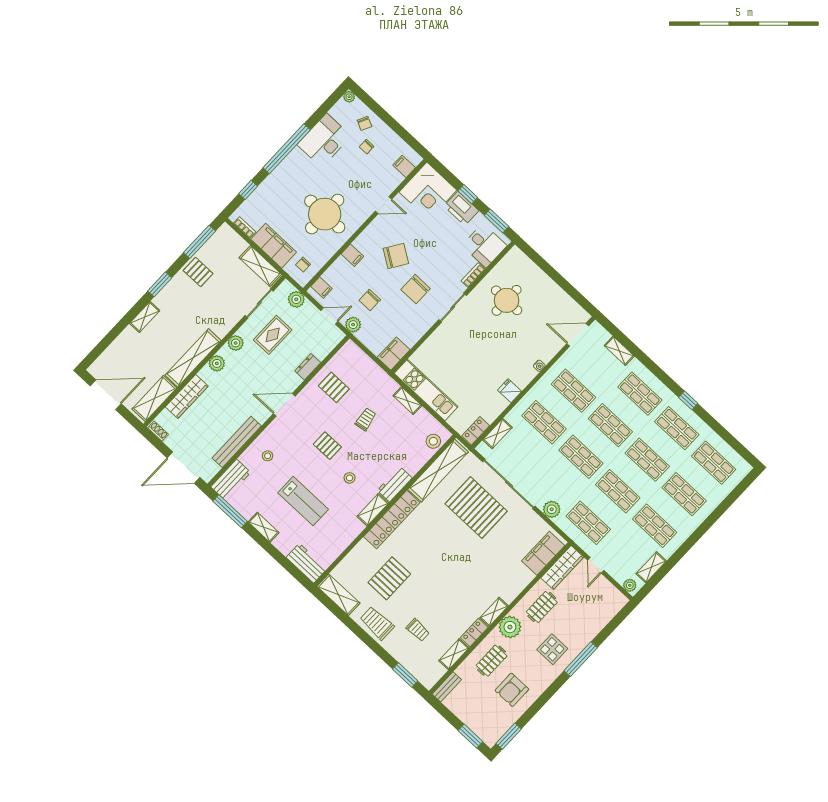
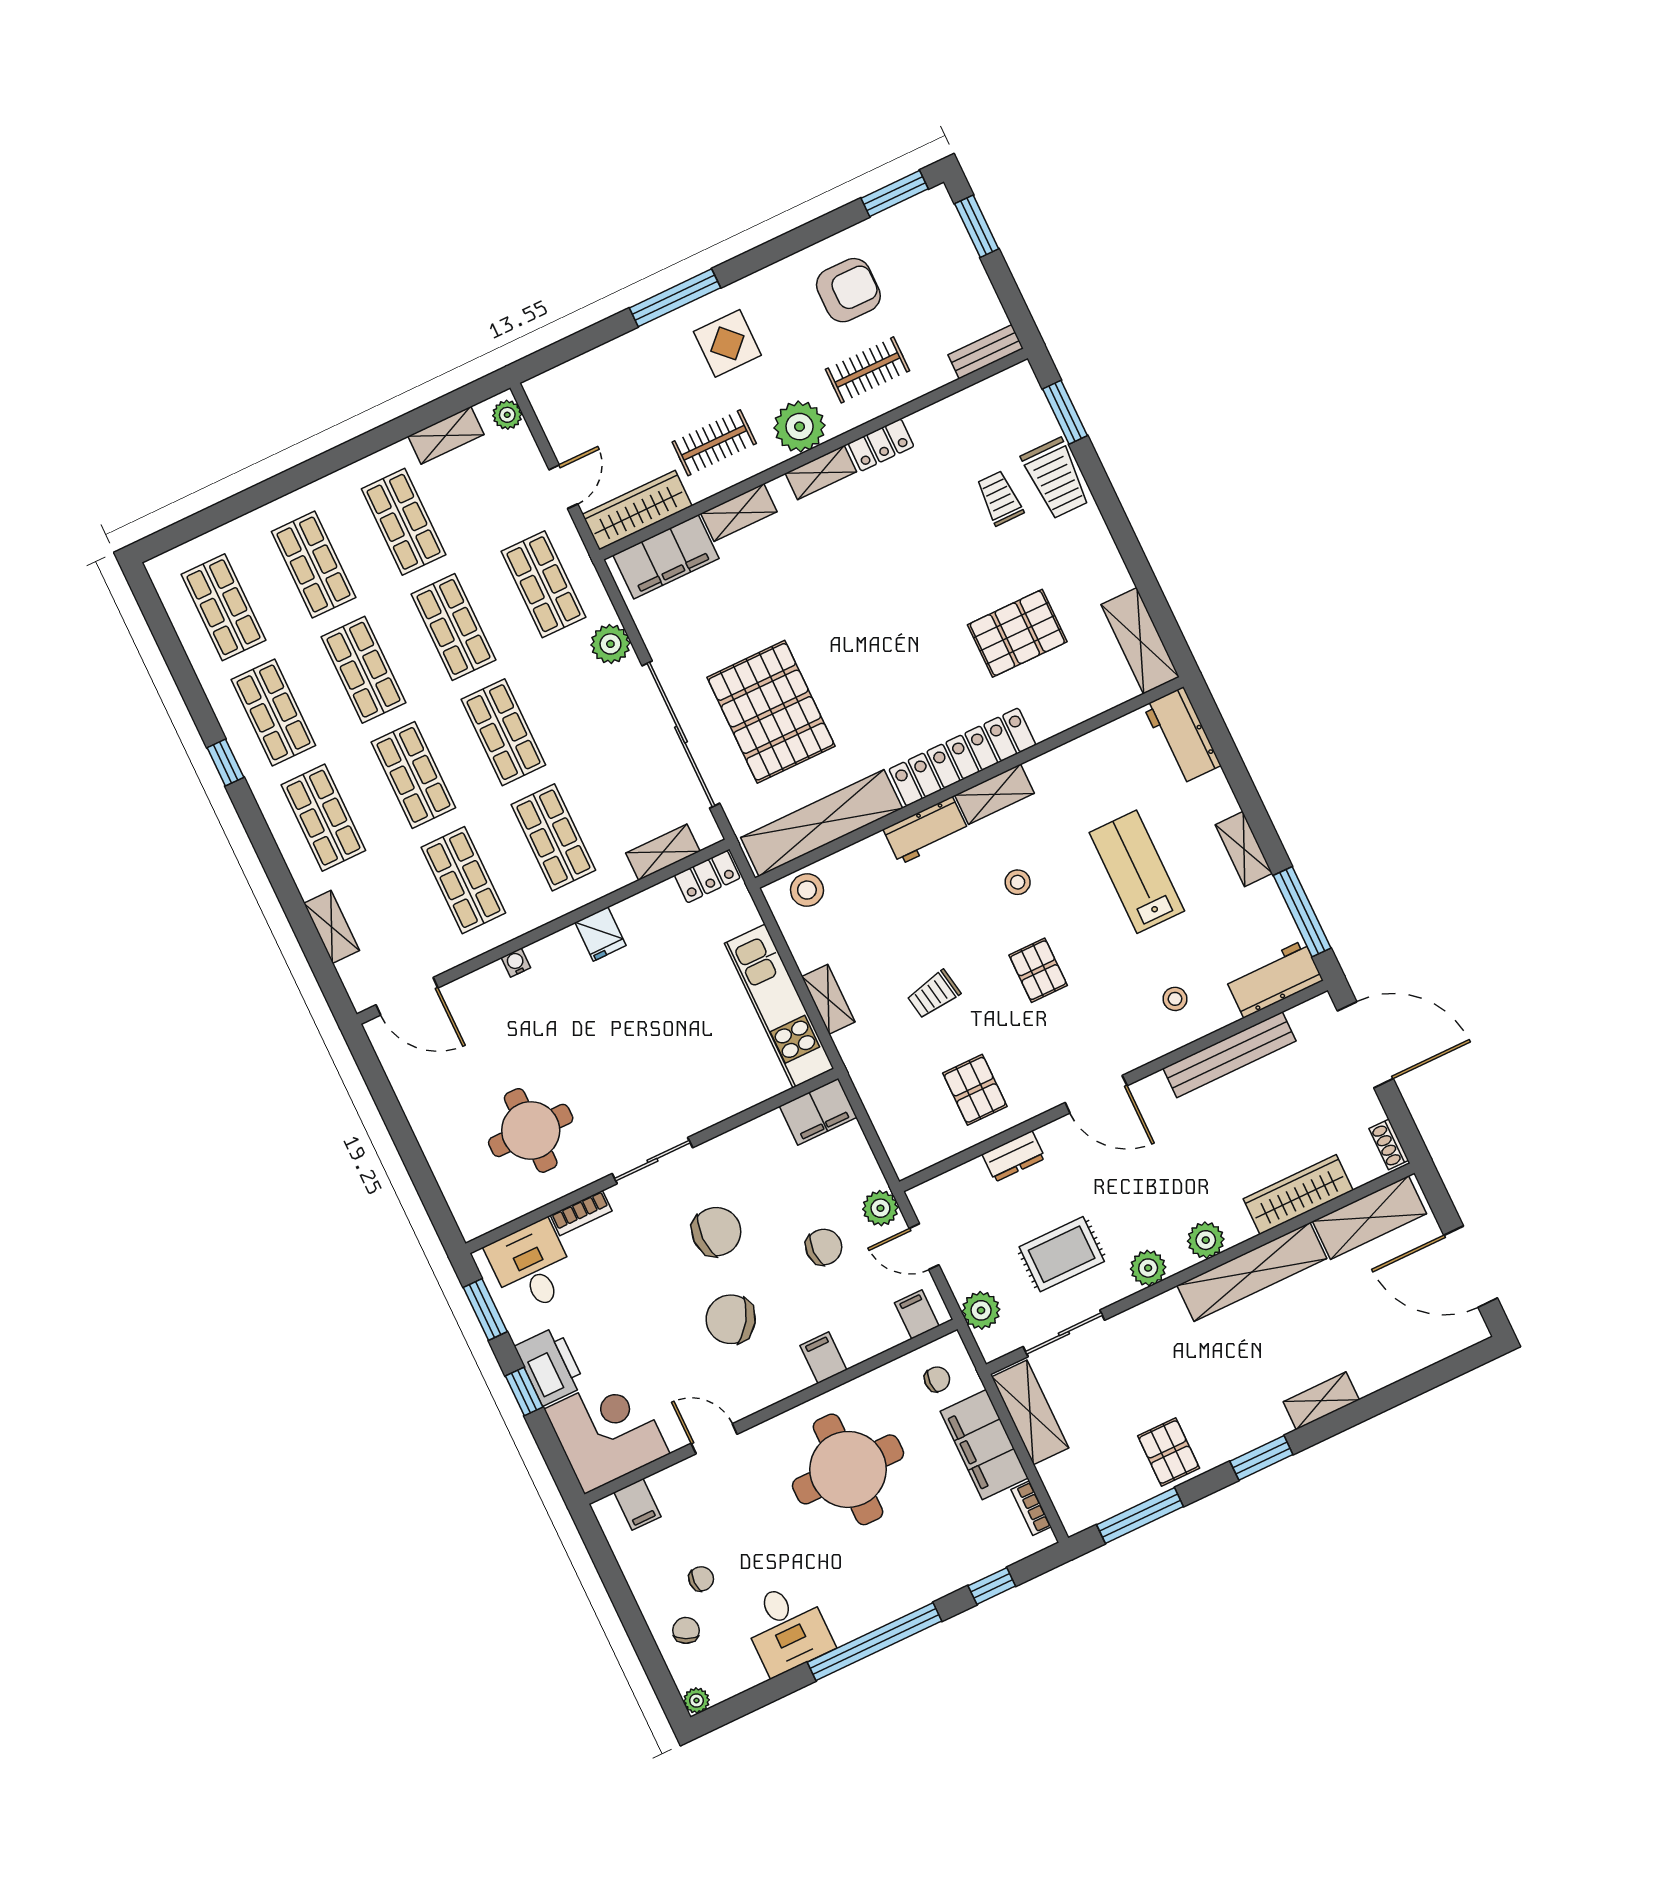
desk: (324, 140) -> (787, 1628), width x0.73
trolley: (377, 623) -> (1056, 478), moved
shelving: (454, 654) -> (739, 513), moved

